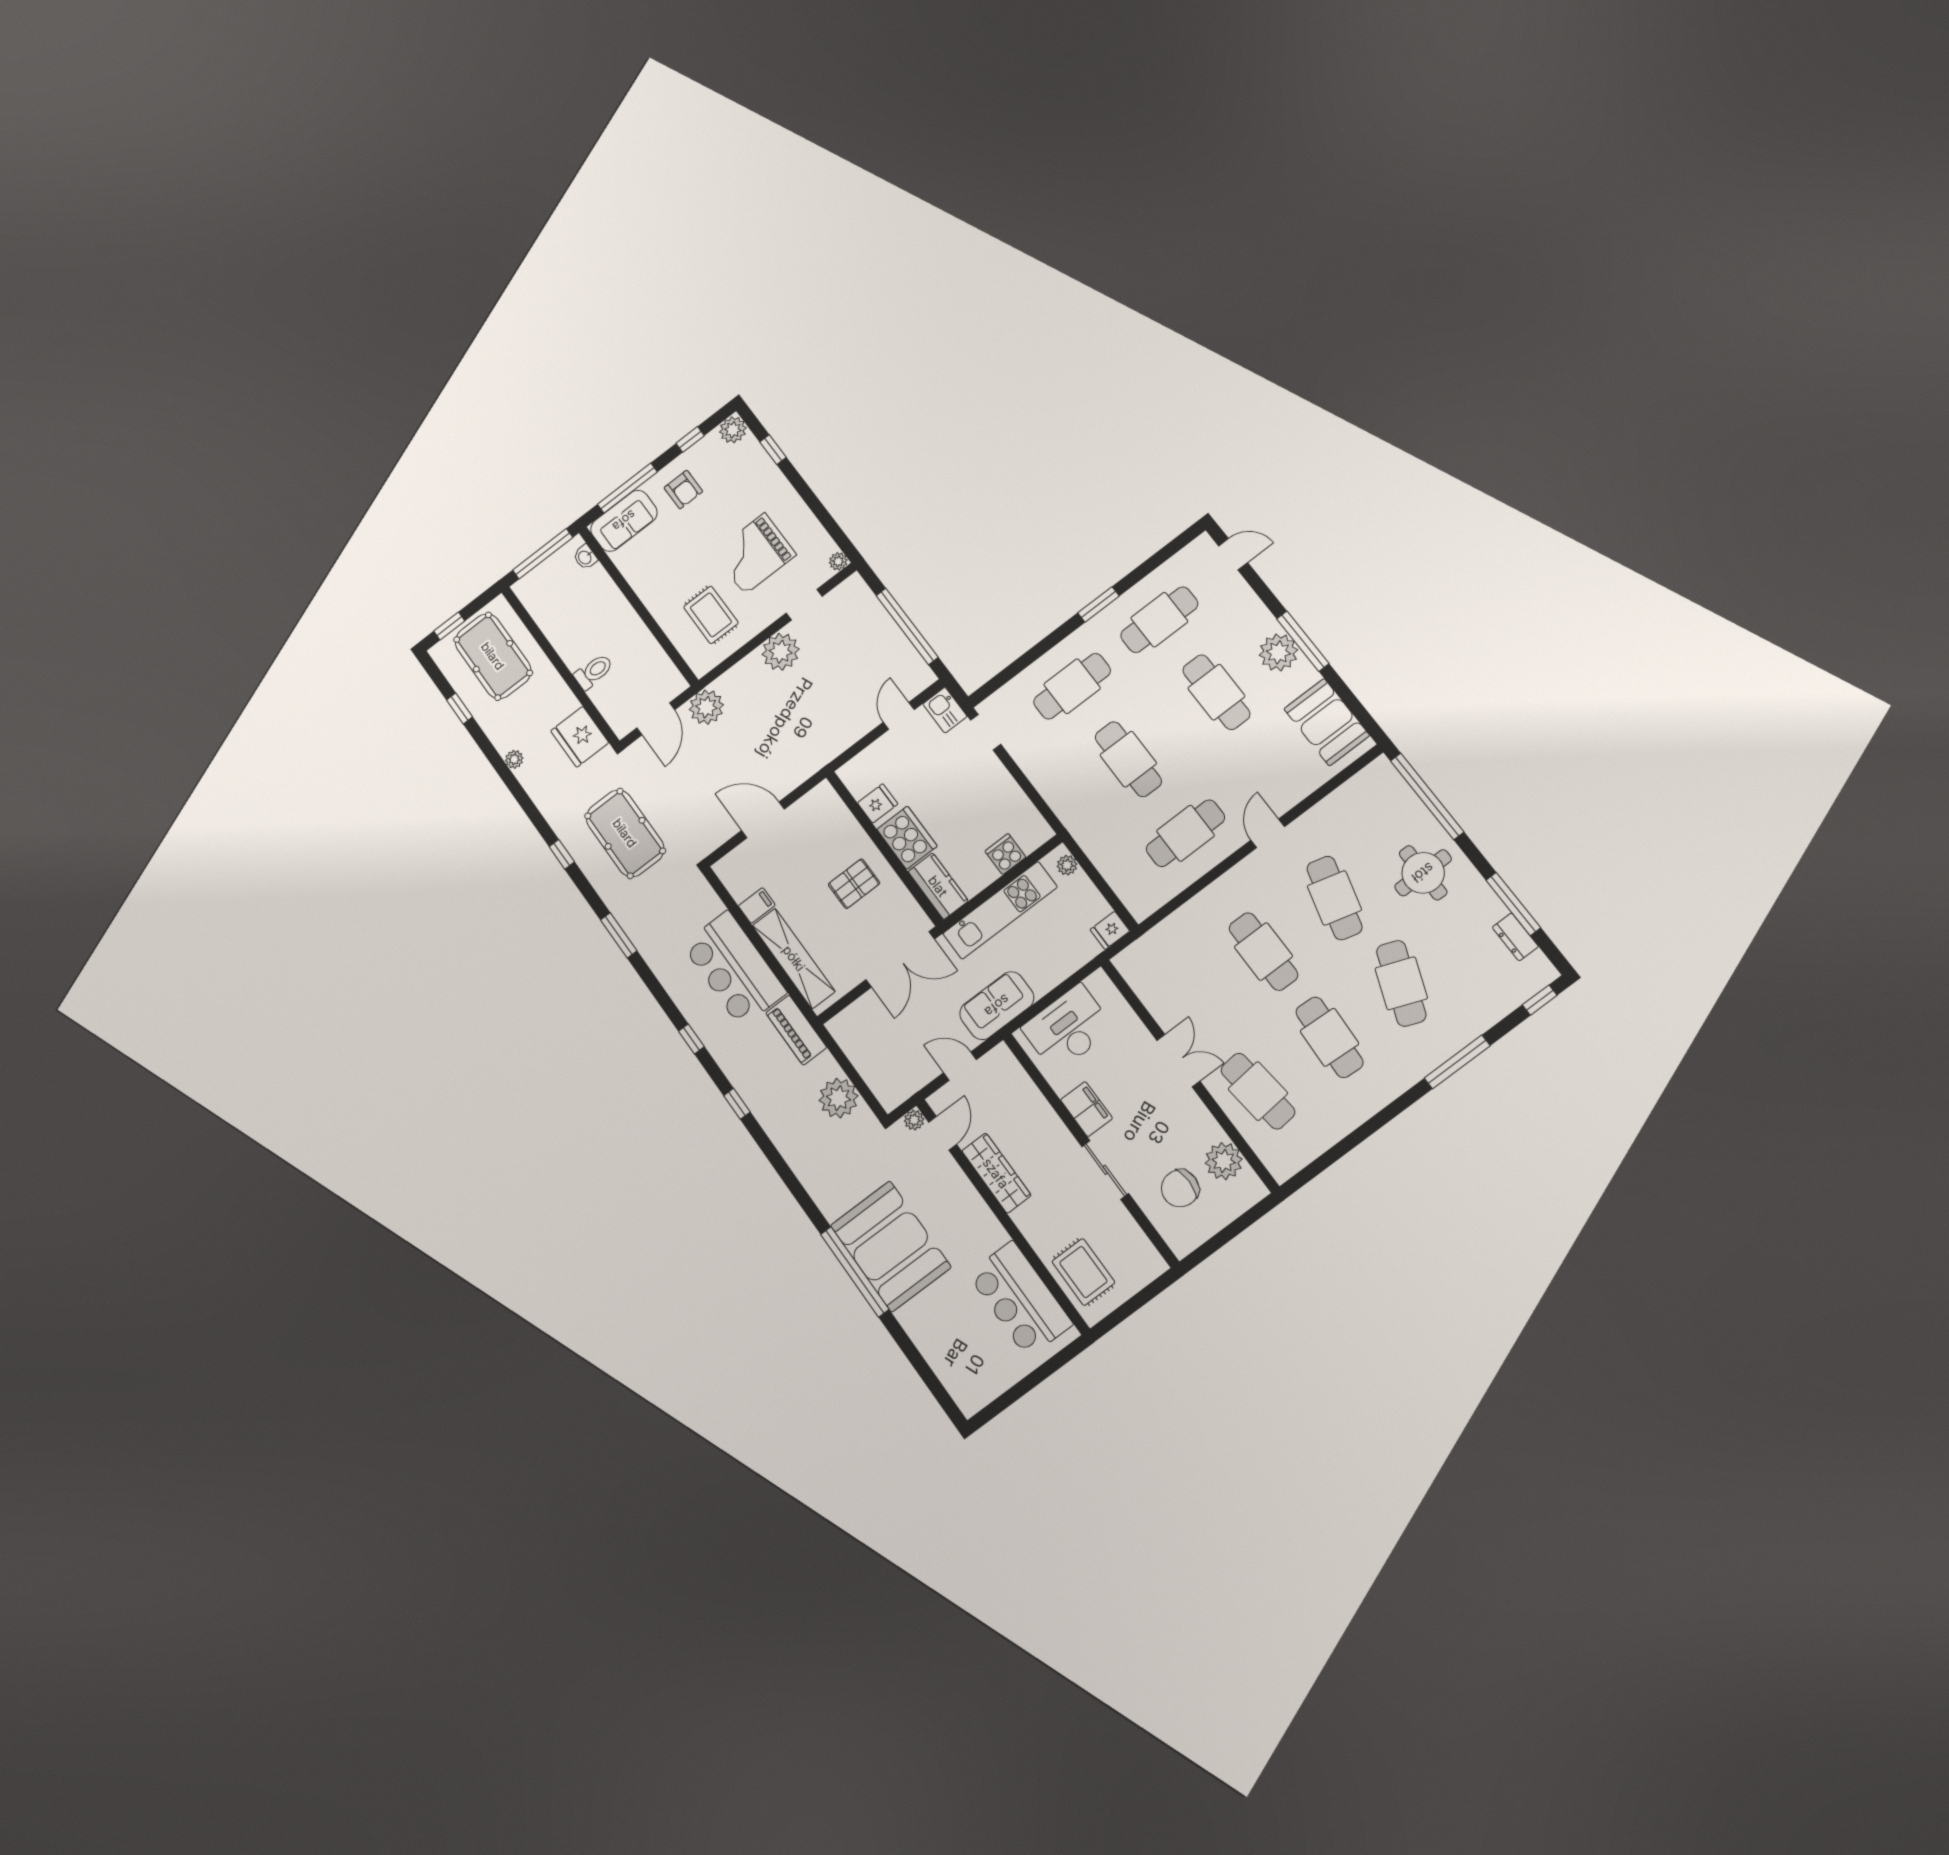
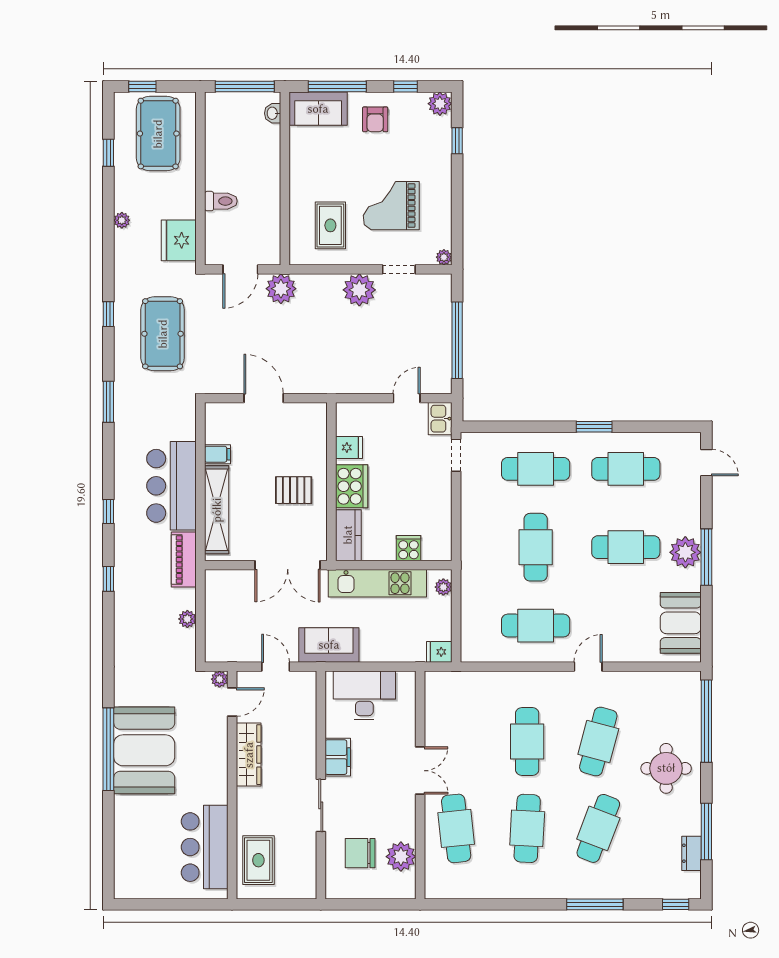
cafe table: (1216, 692) -> (626, 547), turned 90
plant: (839, 1098) -> (187, 619), width x0.53, depth x0.53

